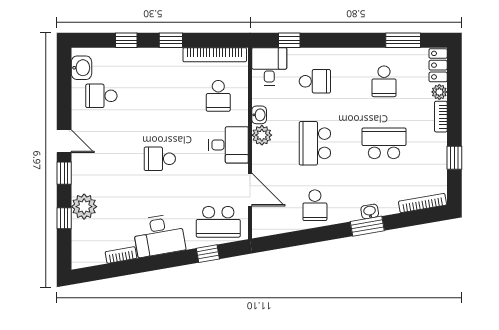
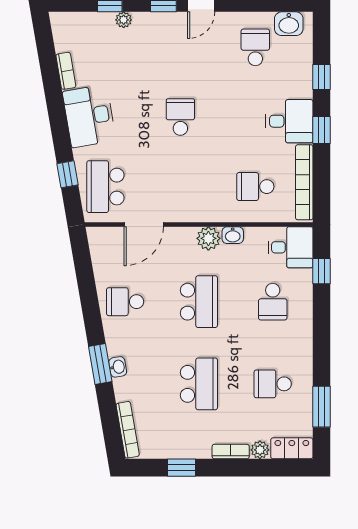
school desk: (315, 143) -> (199, 302), turned 90
desk: (229, 145) -> (289, 121), moved, turned -90
plant: (84, 207) -> (124, 20), width x0.53, depth x0.53

